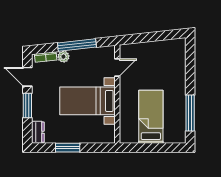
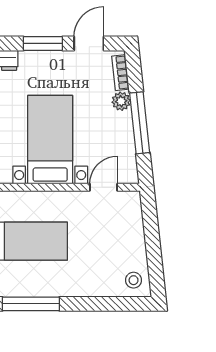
stool: (175, 49) -> (134, 280), added
door: (117, 68) -> (103, 187), swing flipped

